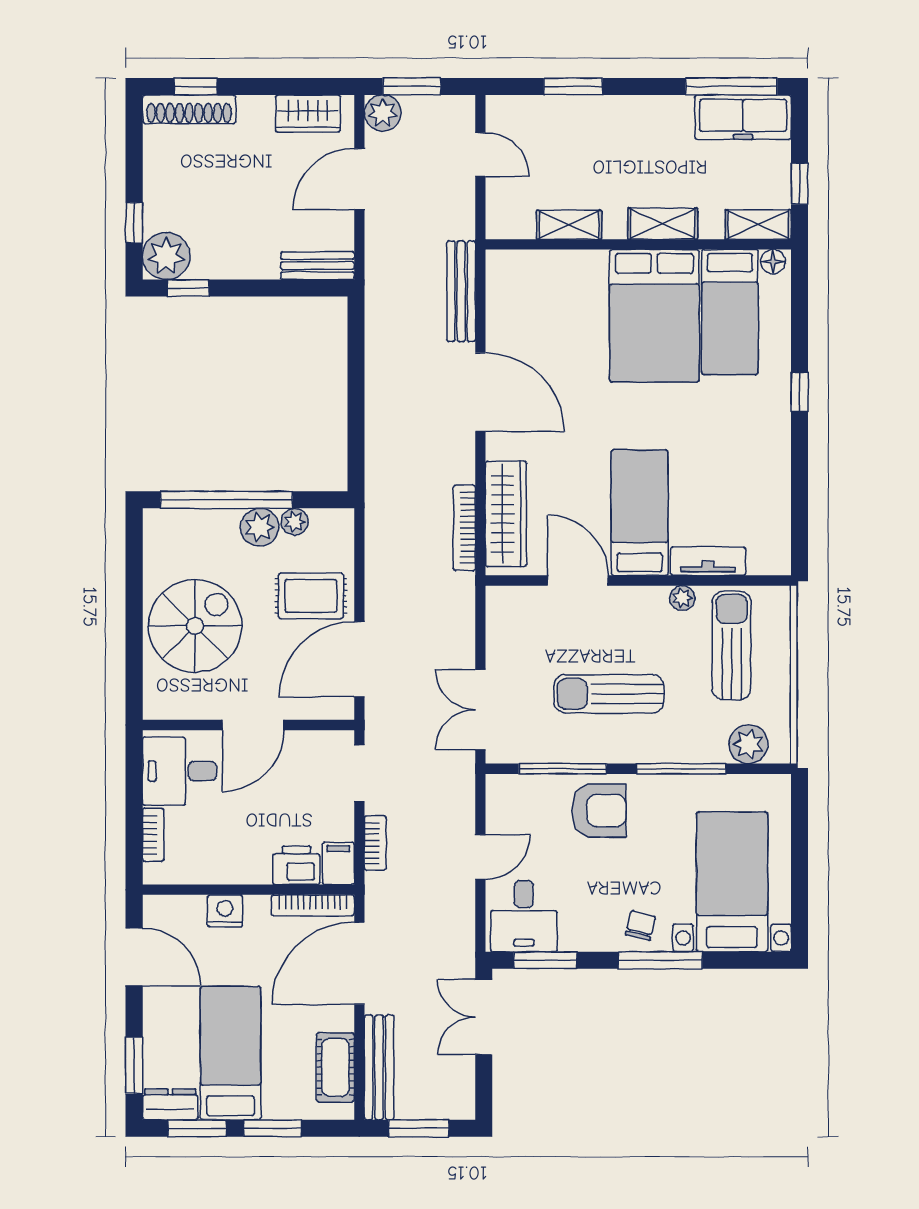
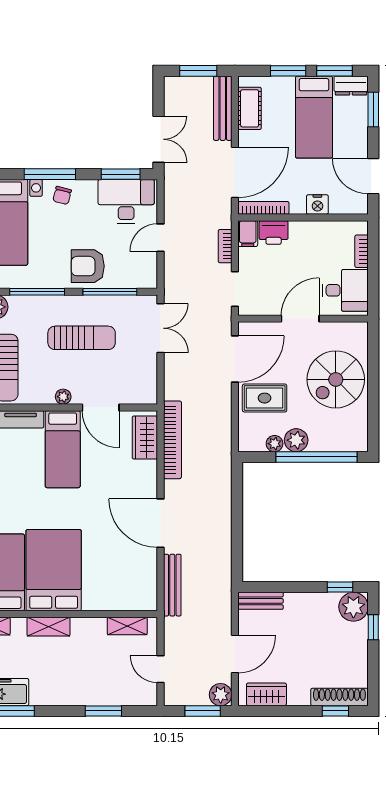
shelving: (569, 225) -> (127, 626), moved
wardrobe: (506, 514) -> (145, 438), width x0.67
bookcase: (464, 528) -> (172, 440), width x1.48, depth x1.31
plant: (682, 598) -> (63, 397), moved
desk: (524, 916) -> (126, 201), width x1.37

